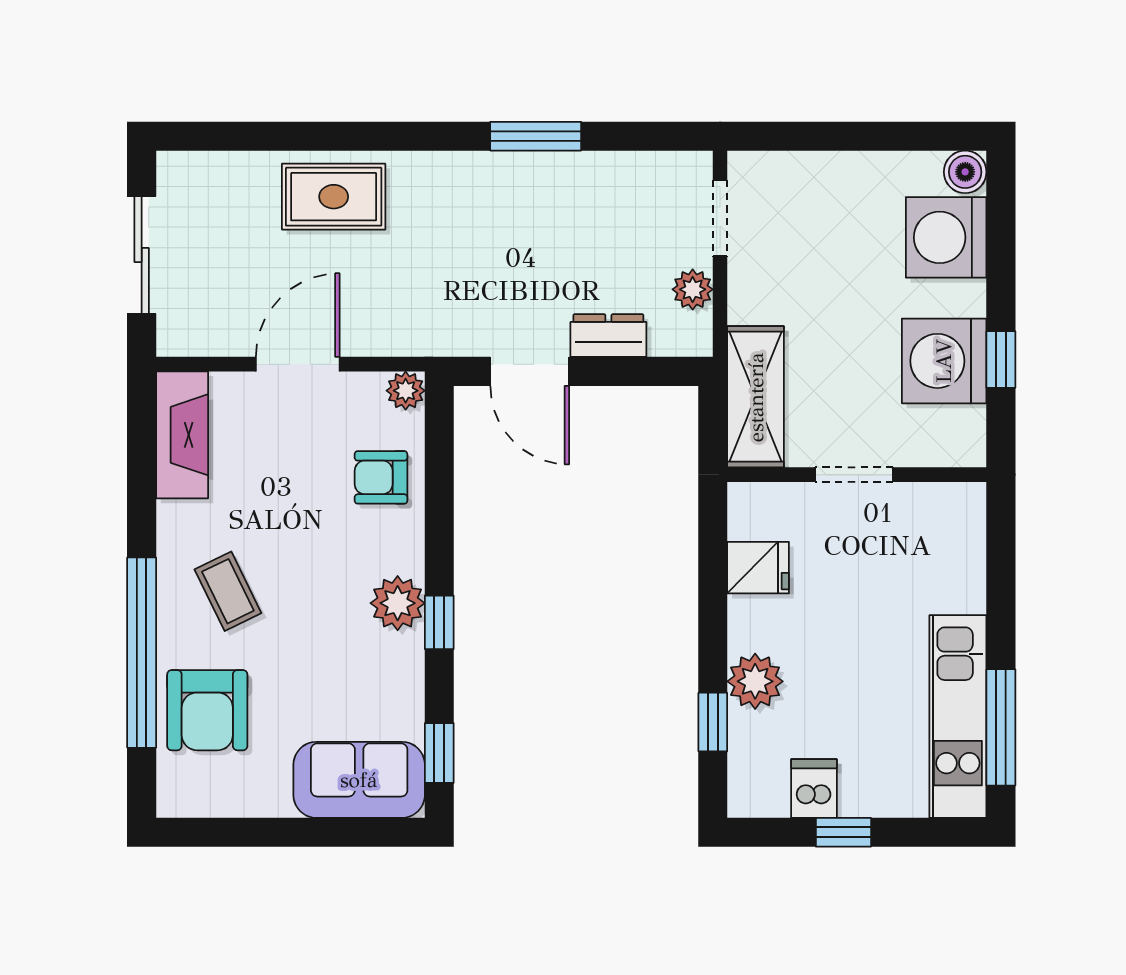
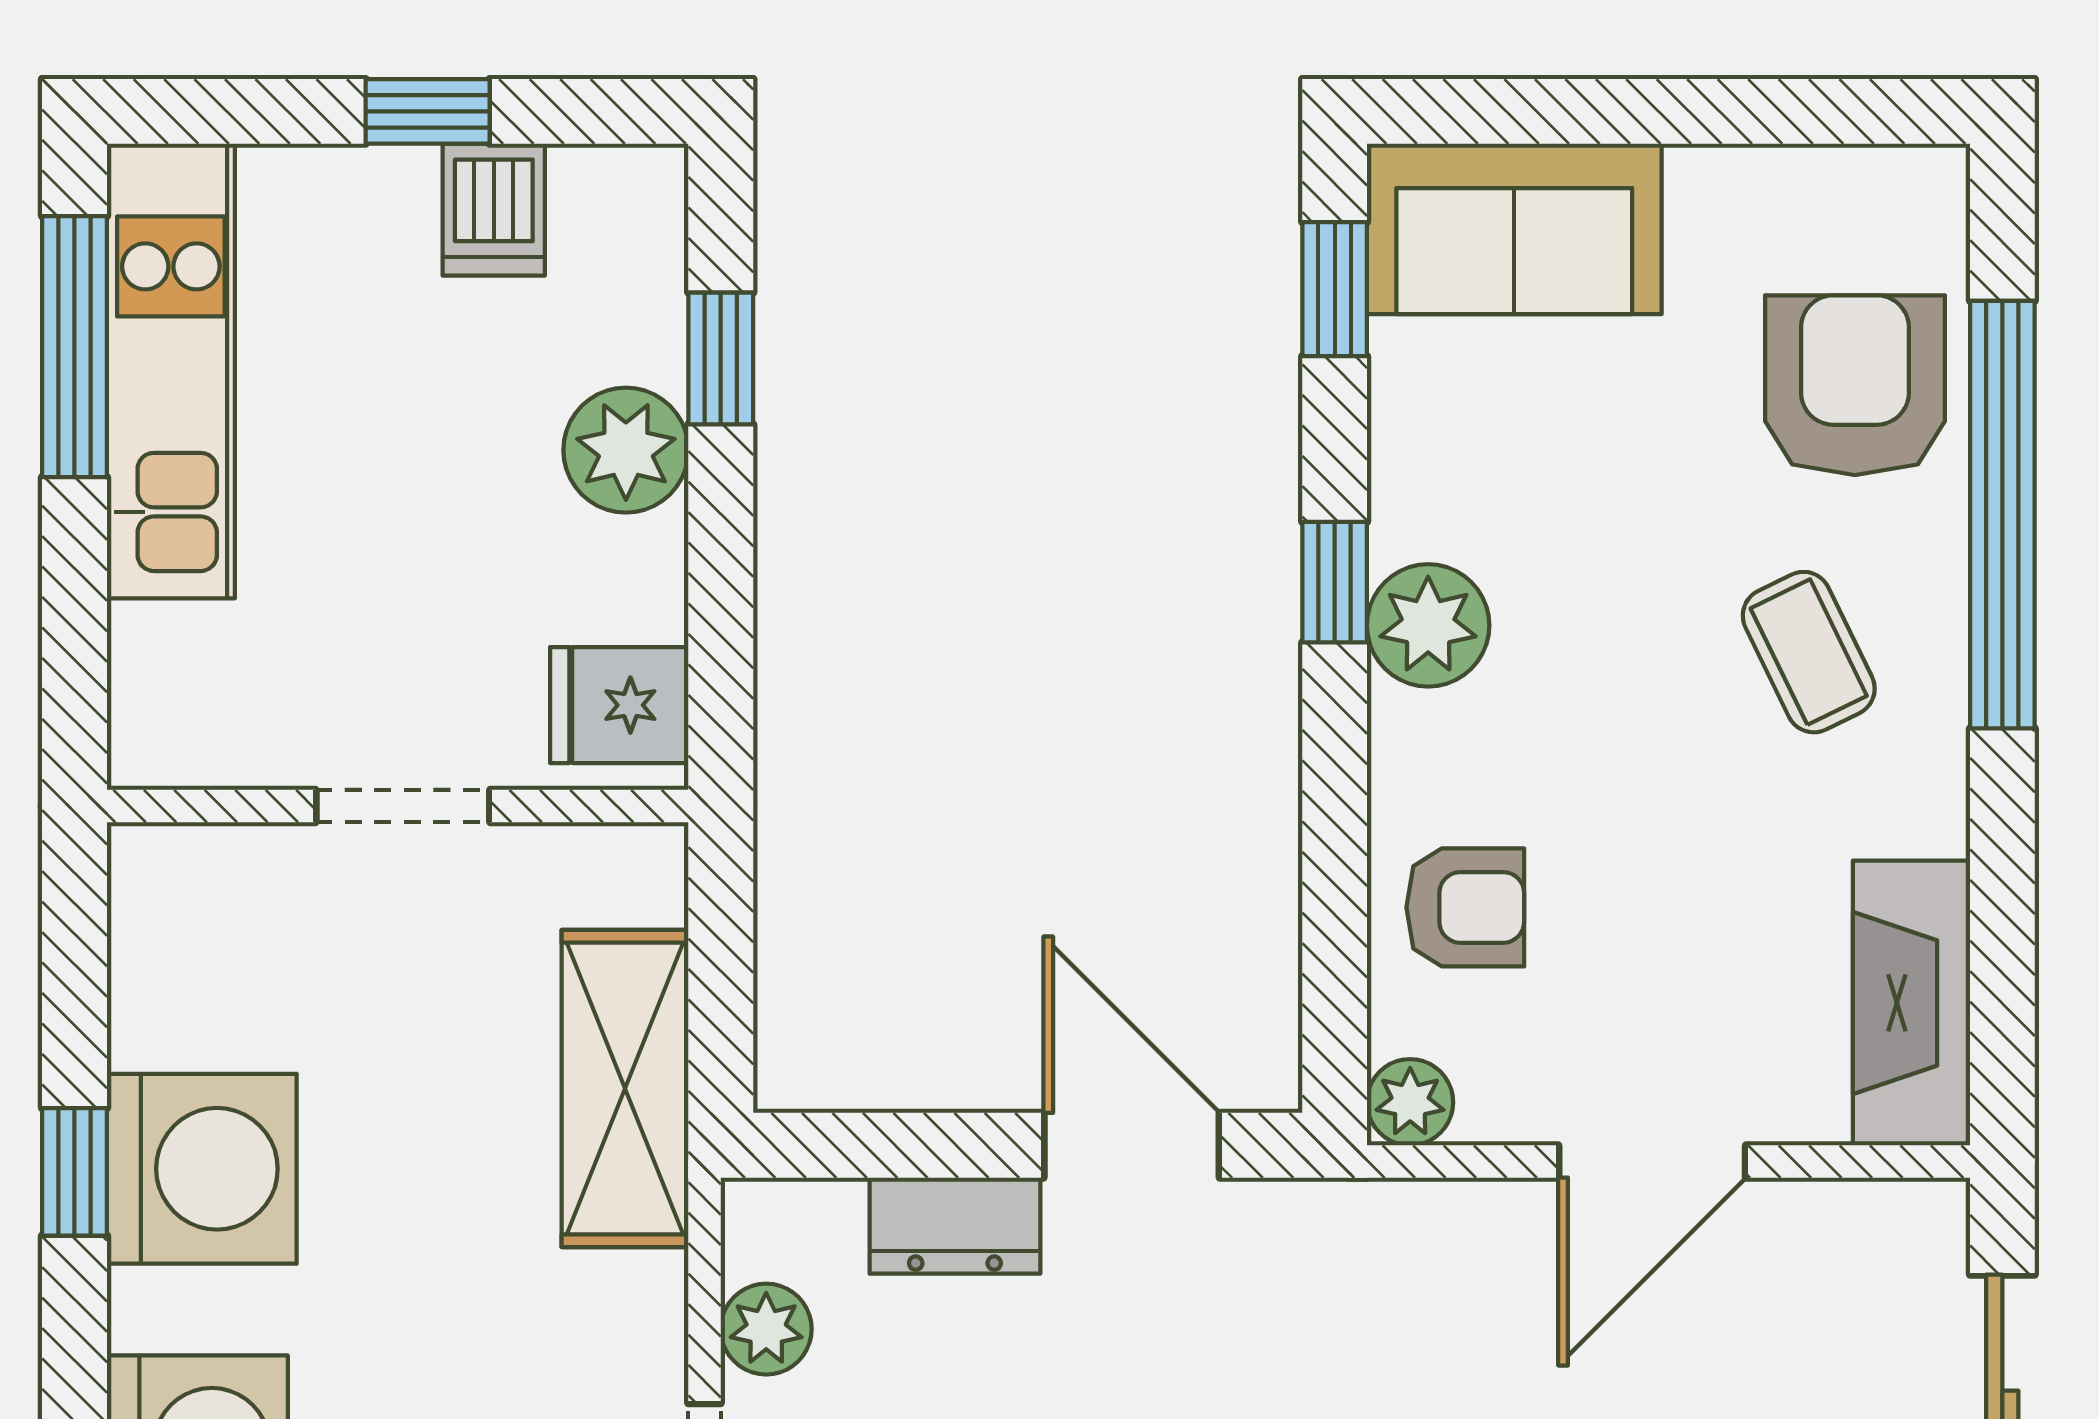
doorway: (854, 475) -> (403, 806), moved
wall: (857, 475) -> (398, 806), moved

